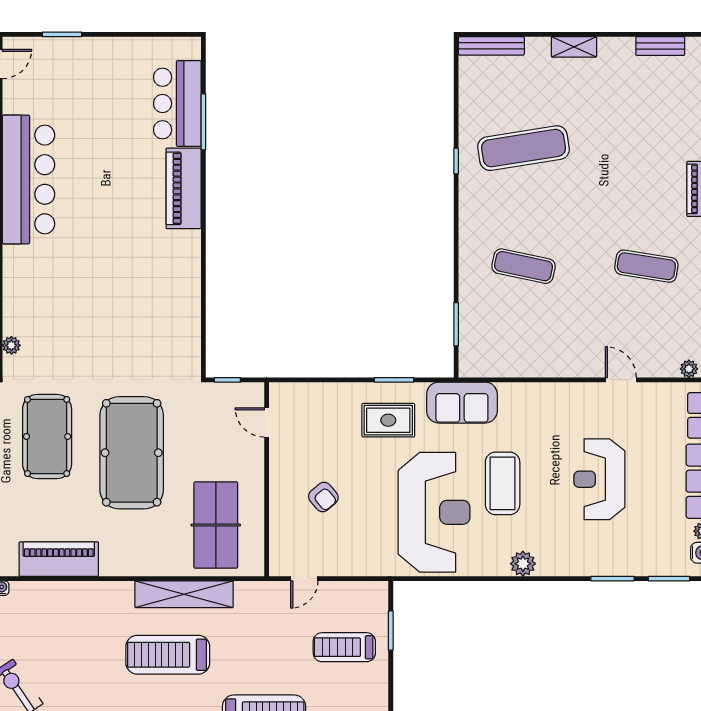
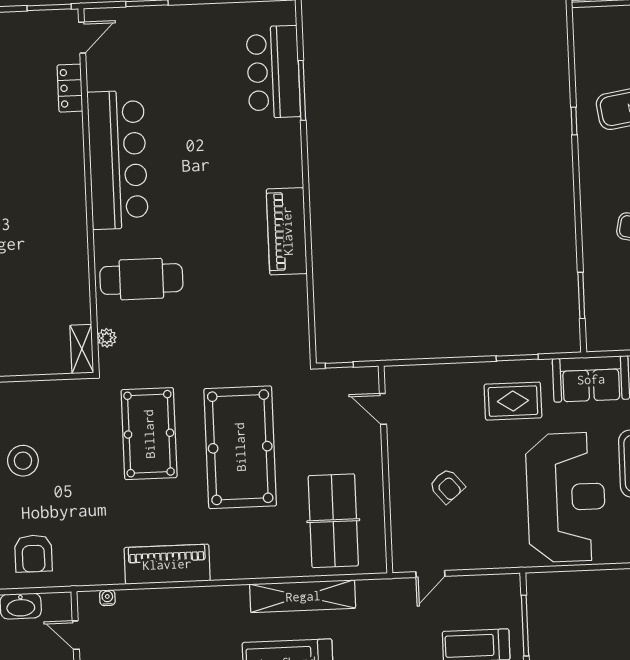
piano: (184, 188) -> (287, 231), moved
cafe table: (46, 292) -> (141, 279), added
window: (391, 630) -> (525, 626), width x1.44

